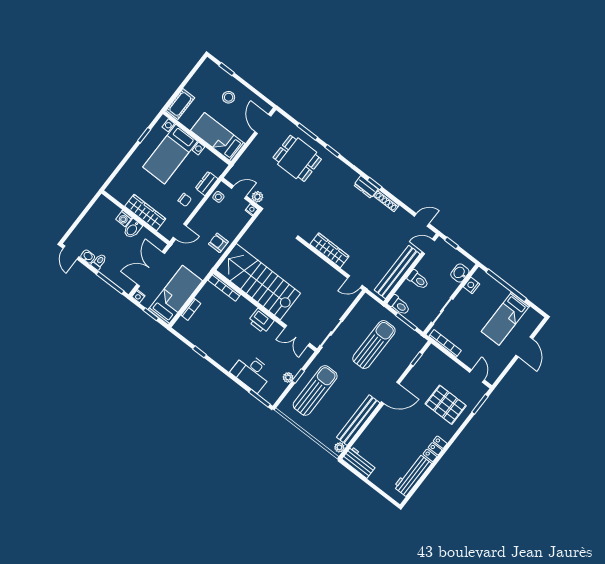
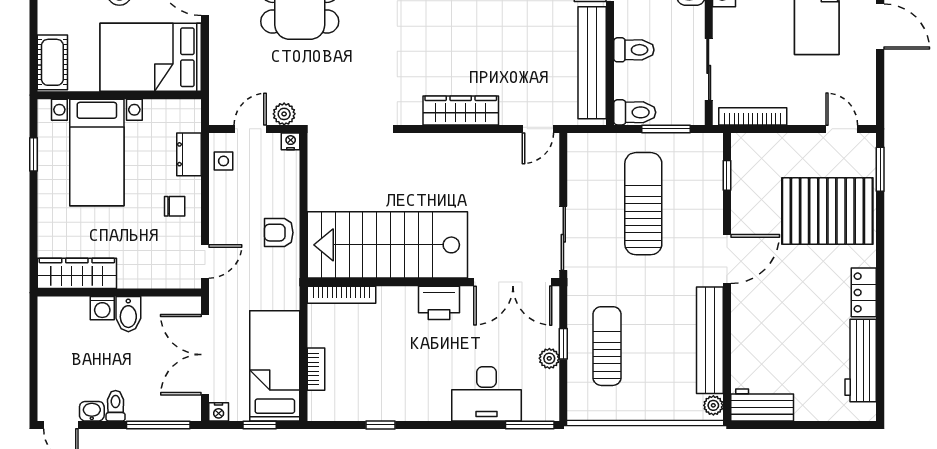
bed: (218, 137) -> (151, 57), width x1.50
wardrobe: (145, 212) -> (77, 273), moved
double door: (297, 336) -> (513, 282), width x1.37
sun lounger: (315, 390) -> (607, 346), width x0.73, depth x0.75
pallet: (446, 405) -> (827, 211), width x1.37, depth x1.41

